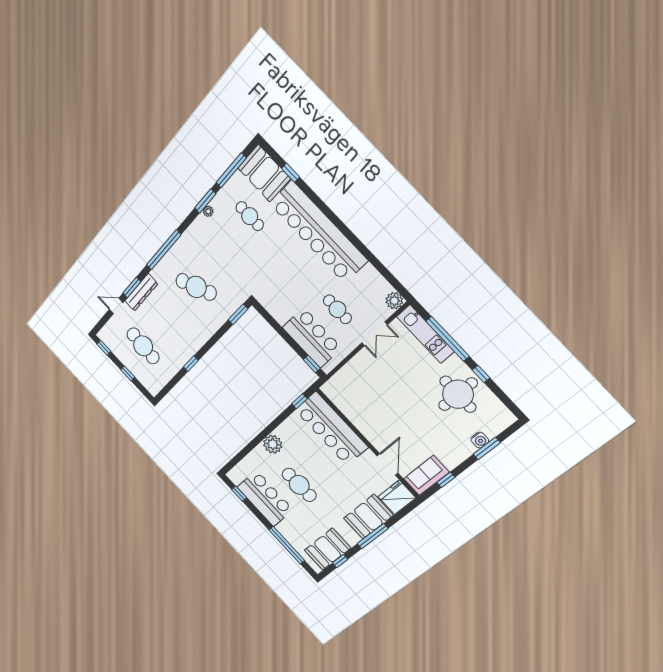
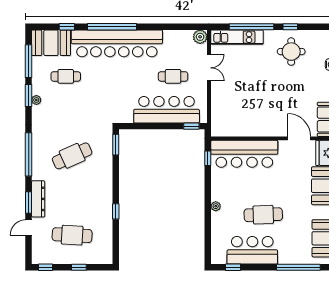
window: (329, 213) -> (112, 27), added
bar counter: (312, 338) -> (167, 110), width x1.36
round table: (458, 394) -> (291, 52), width x0.73, depth x0.73
plant: (273, 444) -> (216, 206), width x0.53, depth x0.53

